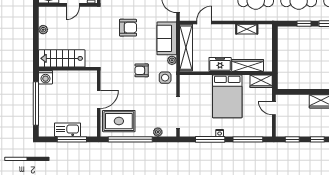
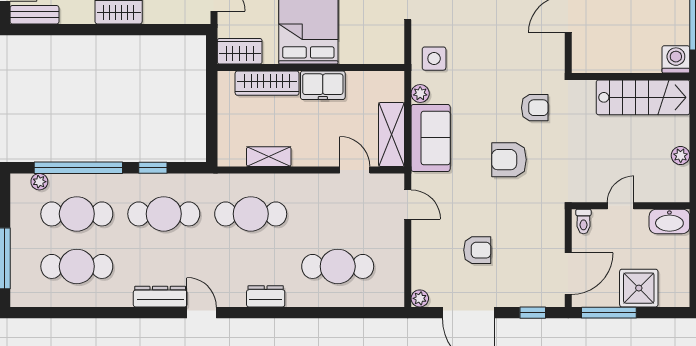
door: (204, 23) -> (355, 170), swing flipped
shelving: (186, 48) -> (392, 134), width x0.68
armchair: (142, 70) -> (535, 108), moved

